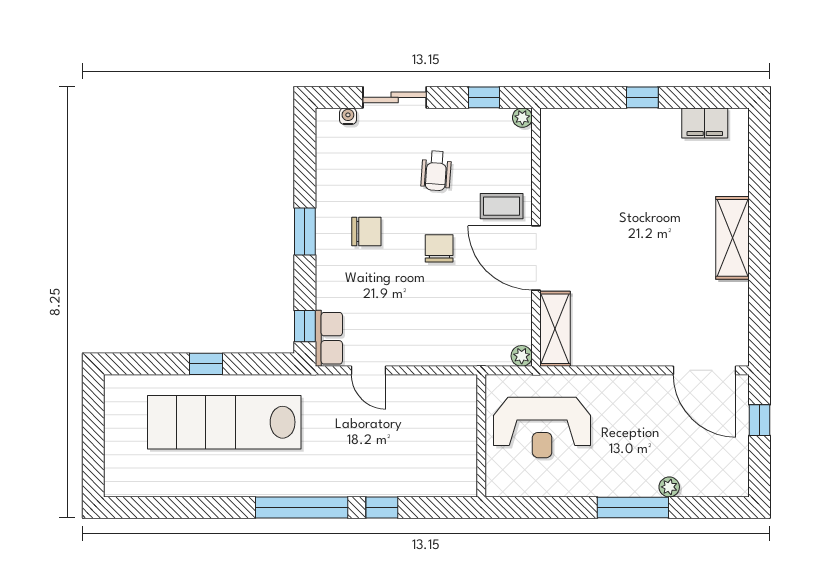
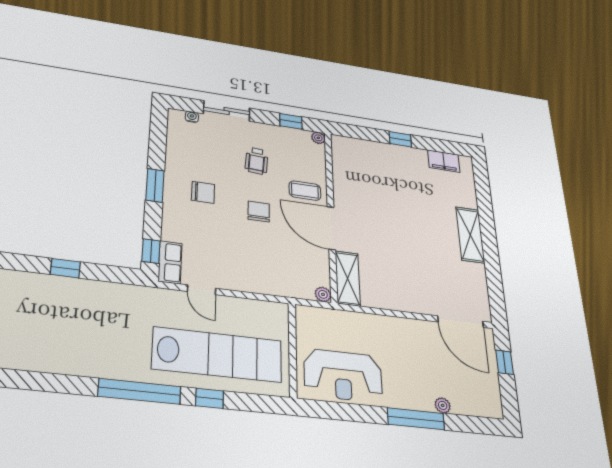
lab bench: (224, 422) -> (217, 355), moved, turned 180
reception desk: (542, 427) -> (343, 375), moved

